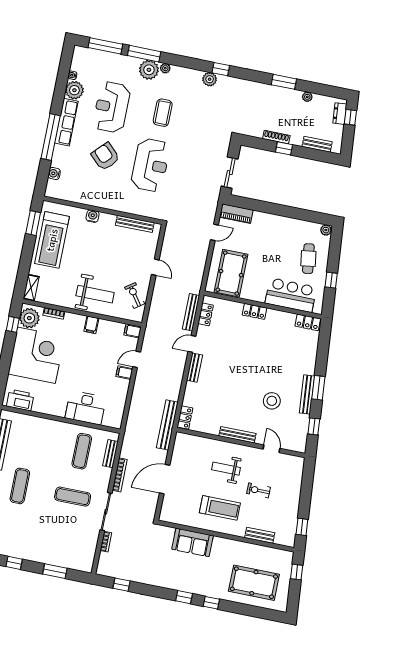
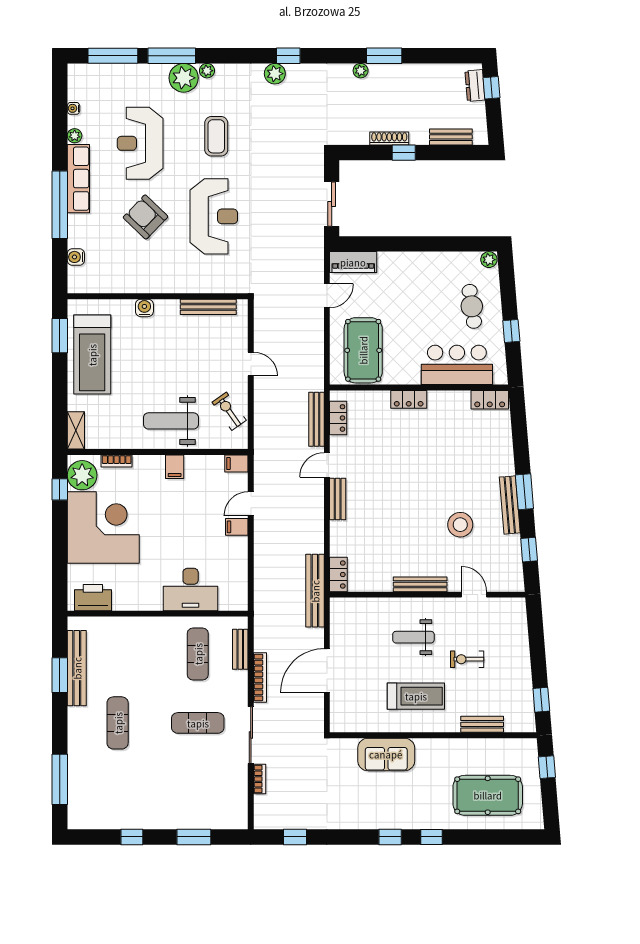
plant: (74, 90) -> (75, 136), width x0.53, depth x0.53
plant: (307, 97) -> (361, 71), moved
weight bench: (95, 294) -> (171, 421), turned 180

